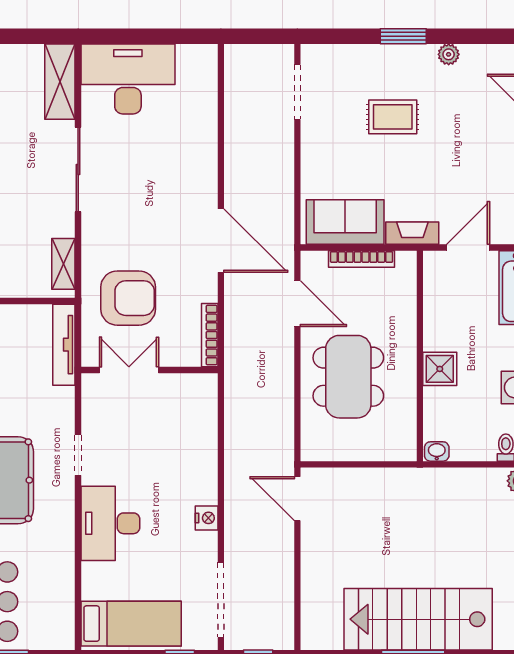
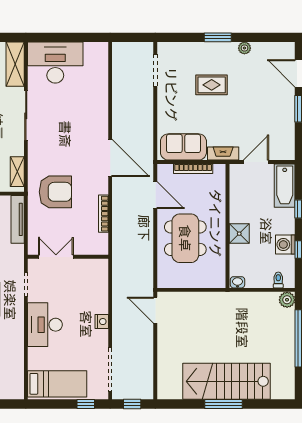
double door: (129, 370) -> (56, 257), moved
wall: (149, 370) -> (68, 257), moved

